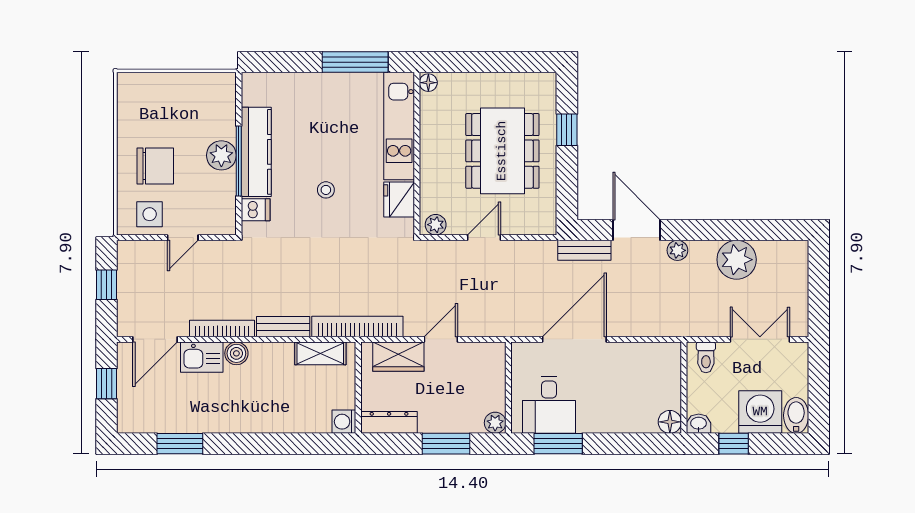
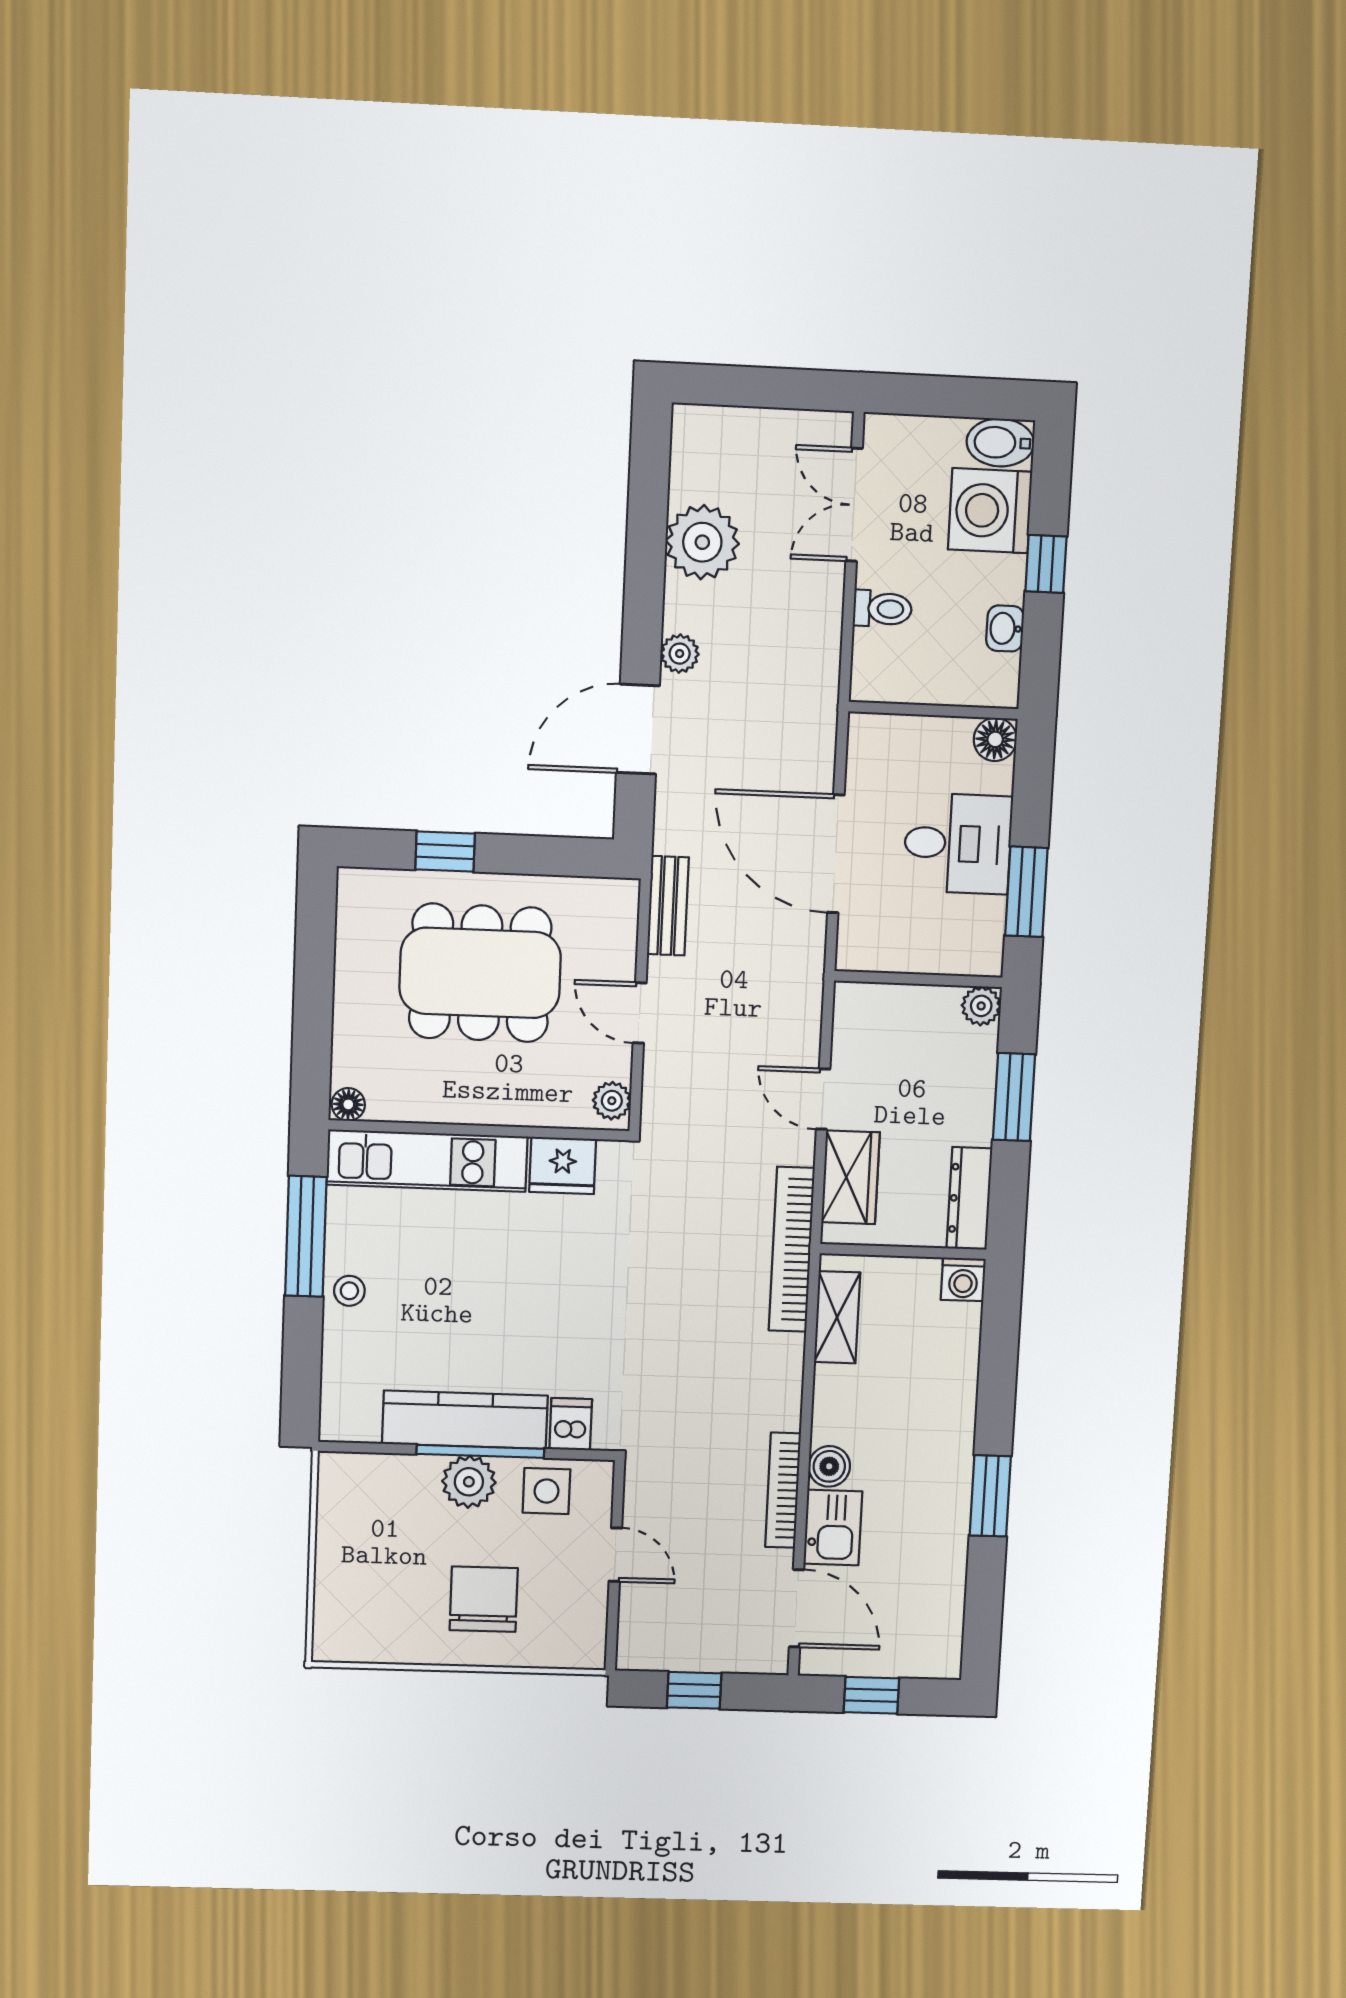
stool: (326, 190) -> (349, 1291), moved
side table: (150, 214) -> (547, 1491), moved
bench: (584, 250) -> (668, 906), moved
bench: (283, 327) -> (785, 1382), removed
wall: (684, 388) -> (933, 710), moved
desk: (549, 405) -> (958, 844), moved
floor lamp: (670, 422) -> (995, 739), moved
window: (180, 444) -> (990, 1496), moved

